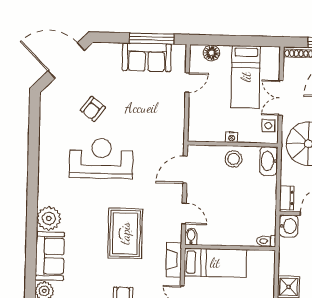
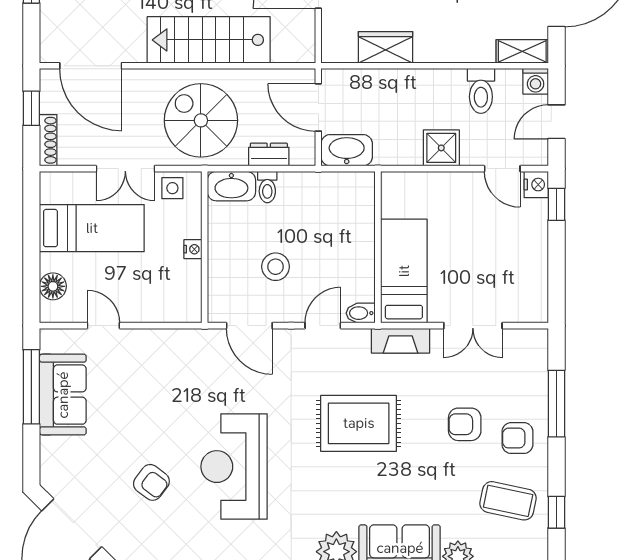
stool: (234, 159) -> (276, 267), moved
dresser: (287, 198) -> (269, 155), moved
washbasin: (289, 226) -> (347, 150), width x1.38
toilet: (266, 241) -> (267, 187), moved

